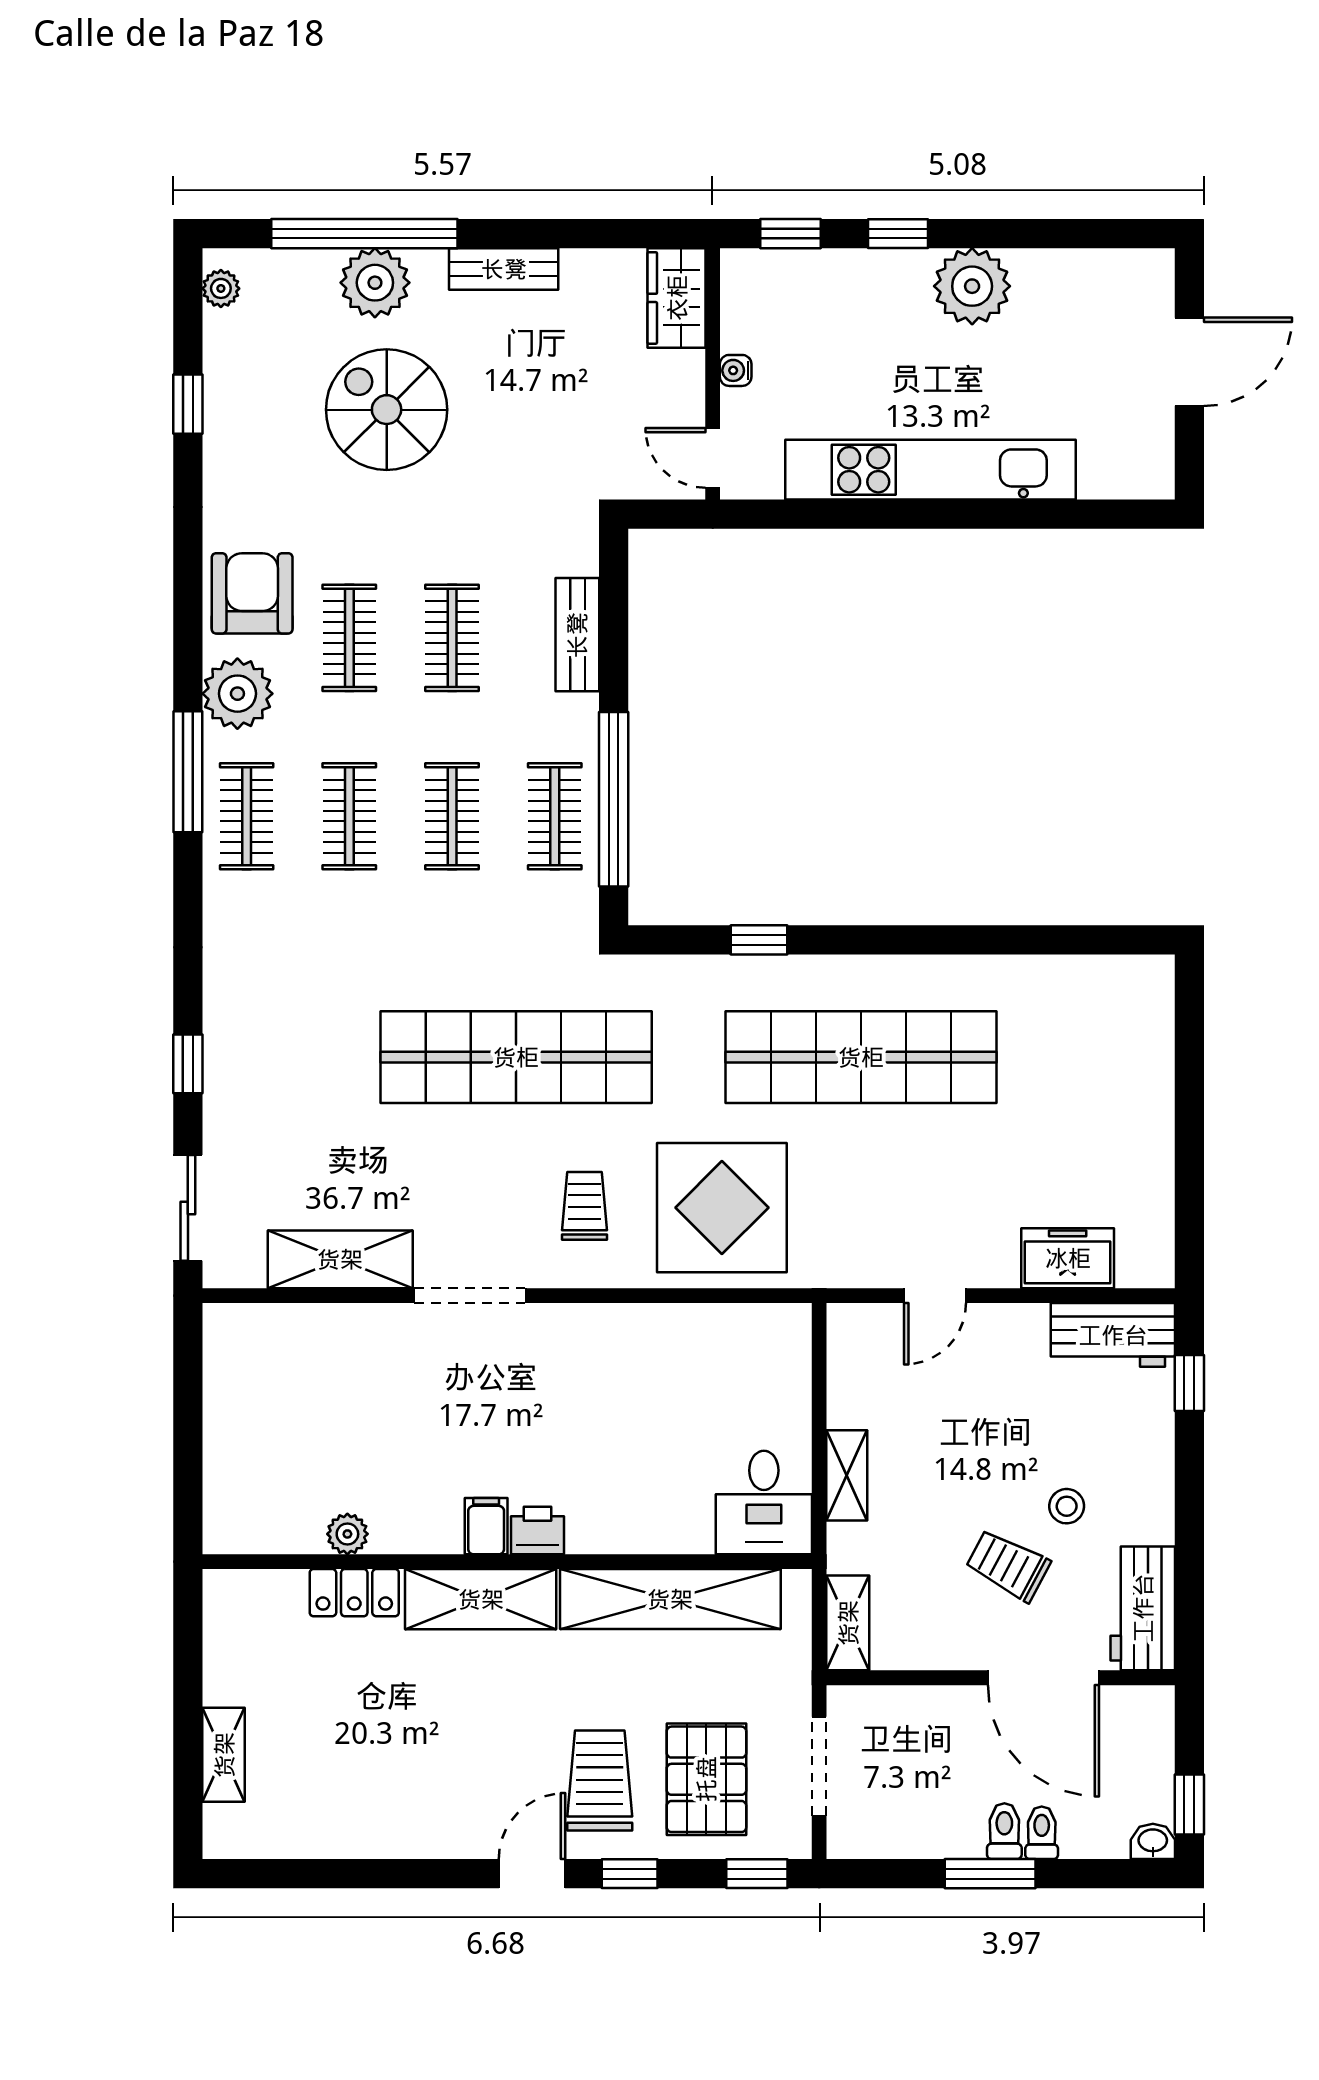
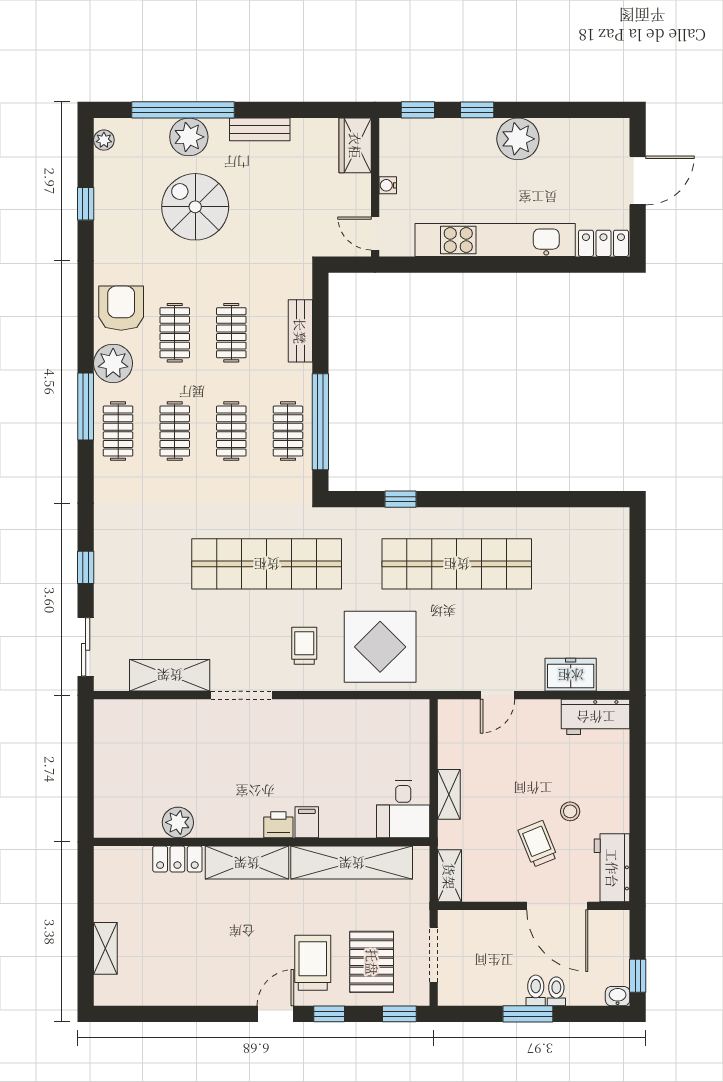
locker: (1127, 476) -> (603, 243), added
window: (1189, 1383) -> (638, 743), removed
filing cabinet: (486, 1526) -> (307, 822), moved
plant: (347, 1534) -> (178, 822), width x1.38, depth x1.38
trolley: (1008, 1565) -> (538, 844), turned 40

